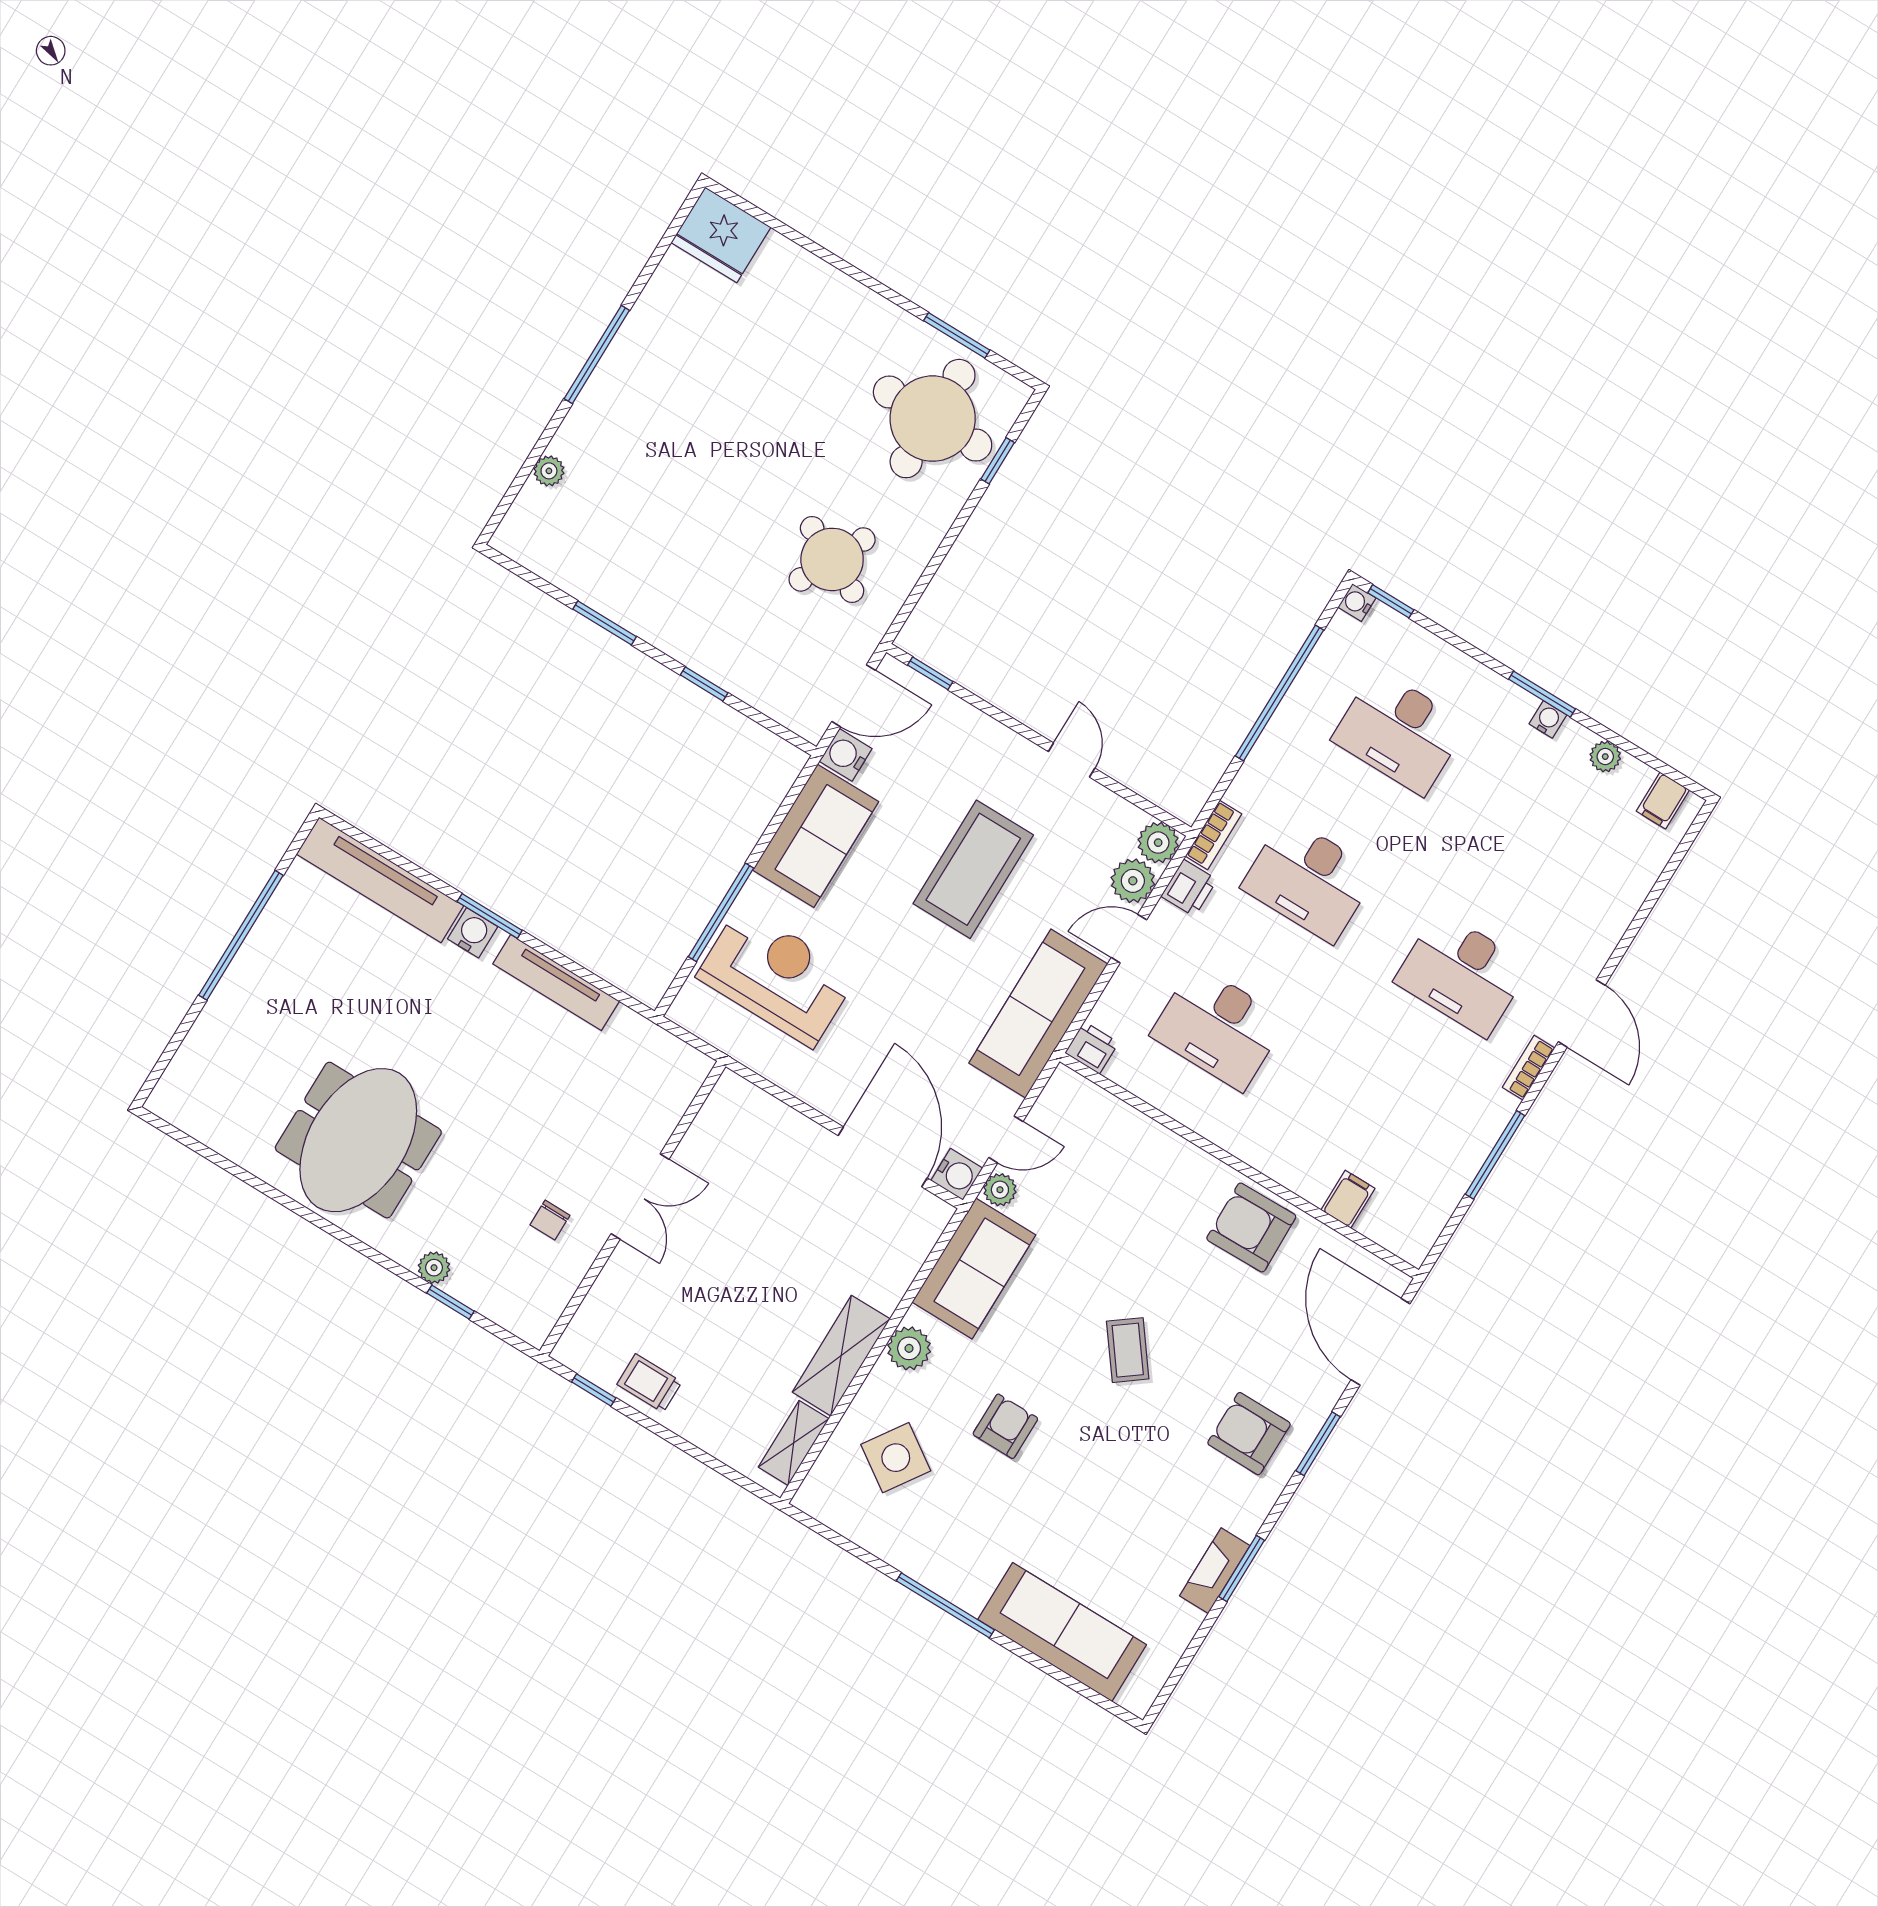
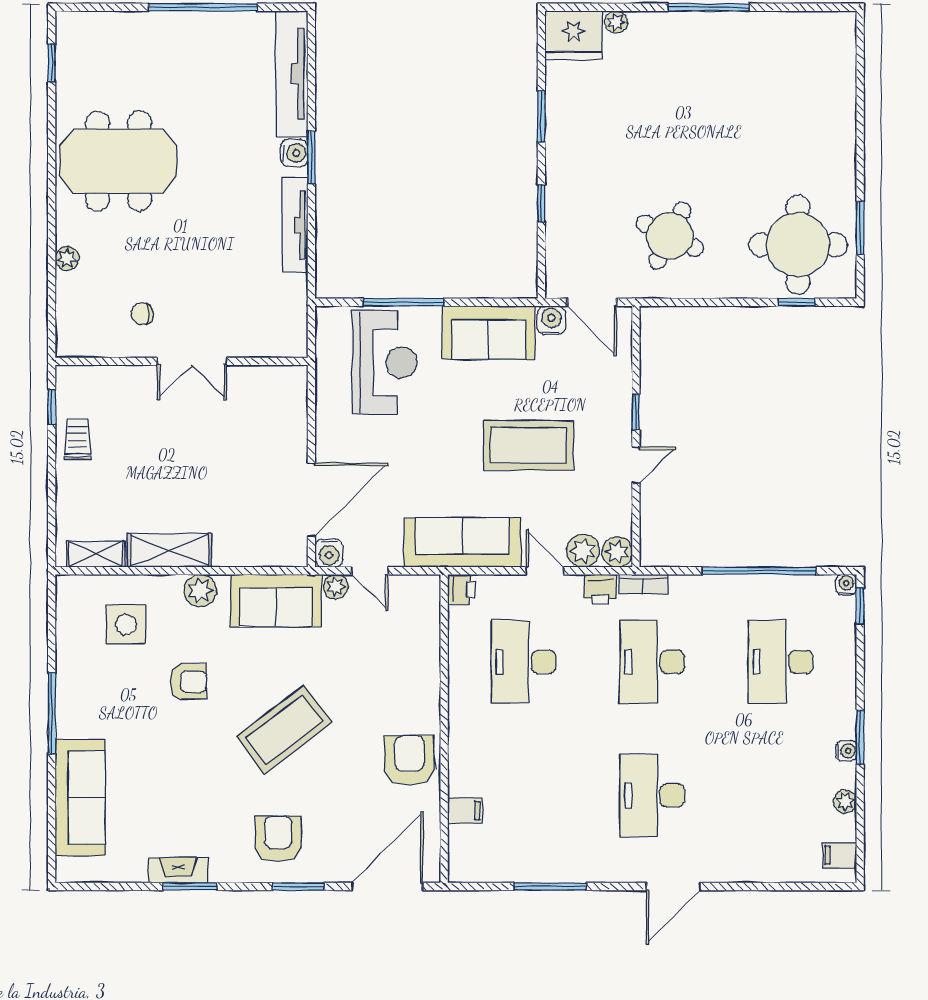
fridge: (721, 235) -> (574, 35), moved, turned -90
window: (930, 673) -> (636, 412), moved
bookcase: (1529, 1068) -> (618, 874), removed
window: (450, 1302) -> (52, 63), moved
coffee table: (1128, 1350) -> (284, 730), width x1.86, depth x1.72
side table: (896, 1458) -> (126, 624), turned -34

